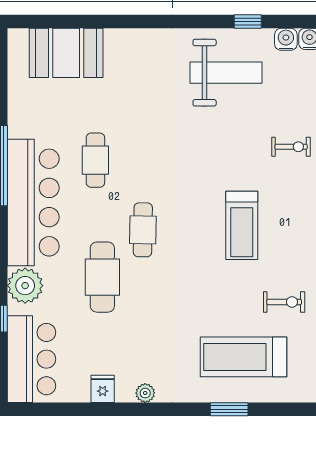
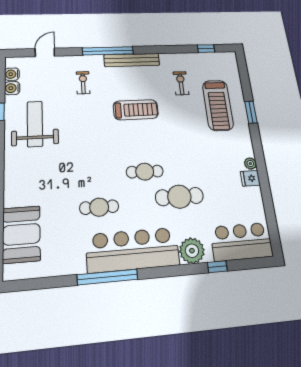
fridge: (103, 389) -> (250, 178), moved

